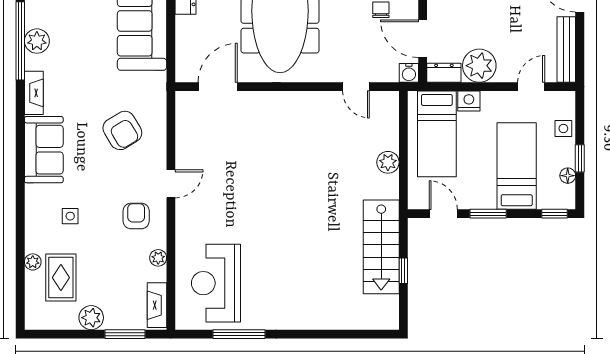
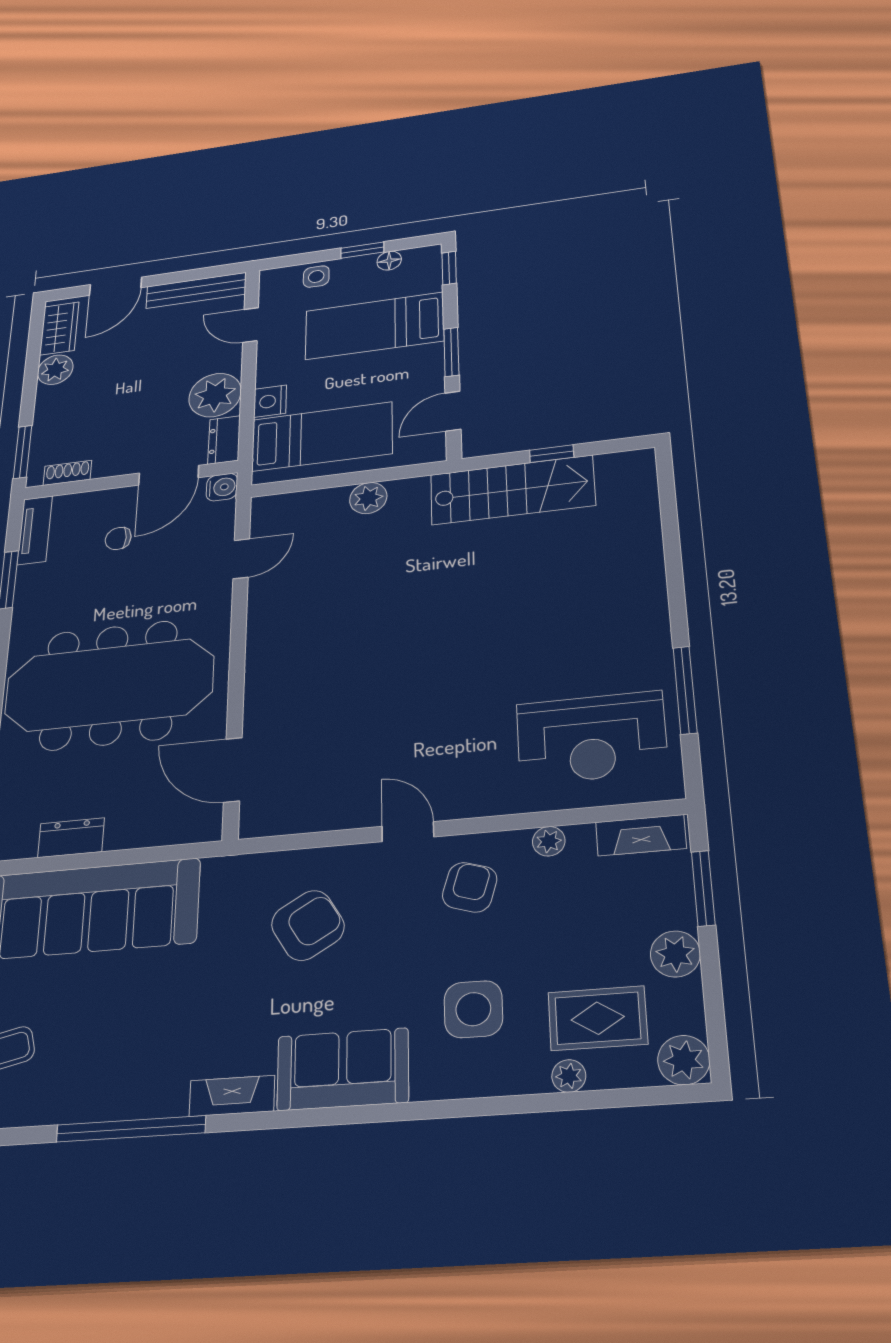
plant: (37, 41) -> (684, 1060), moved
side table: (70, 216) -> (473, 1009), width x1.87, depth x1.87
armchair: (136, 216) -> (470, 887), turned 107

